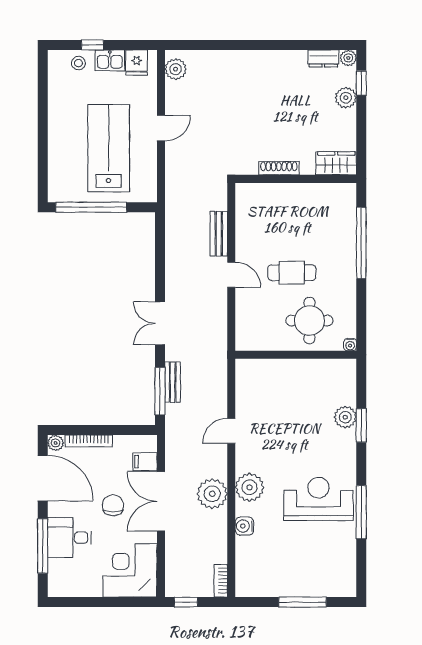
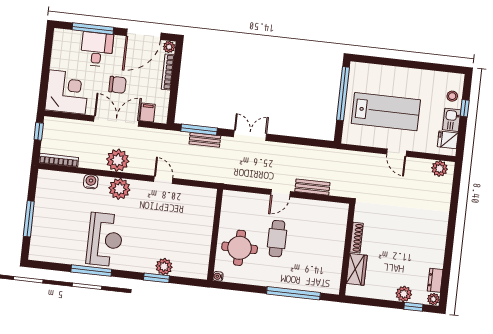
wardrobe: (336, 163) -> (357, 269), moved
bookcase: (221, 581) -> (59, 160), width x1.56

